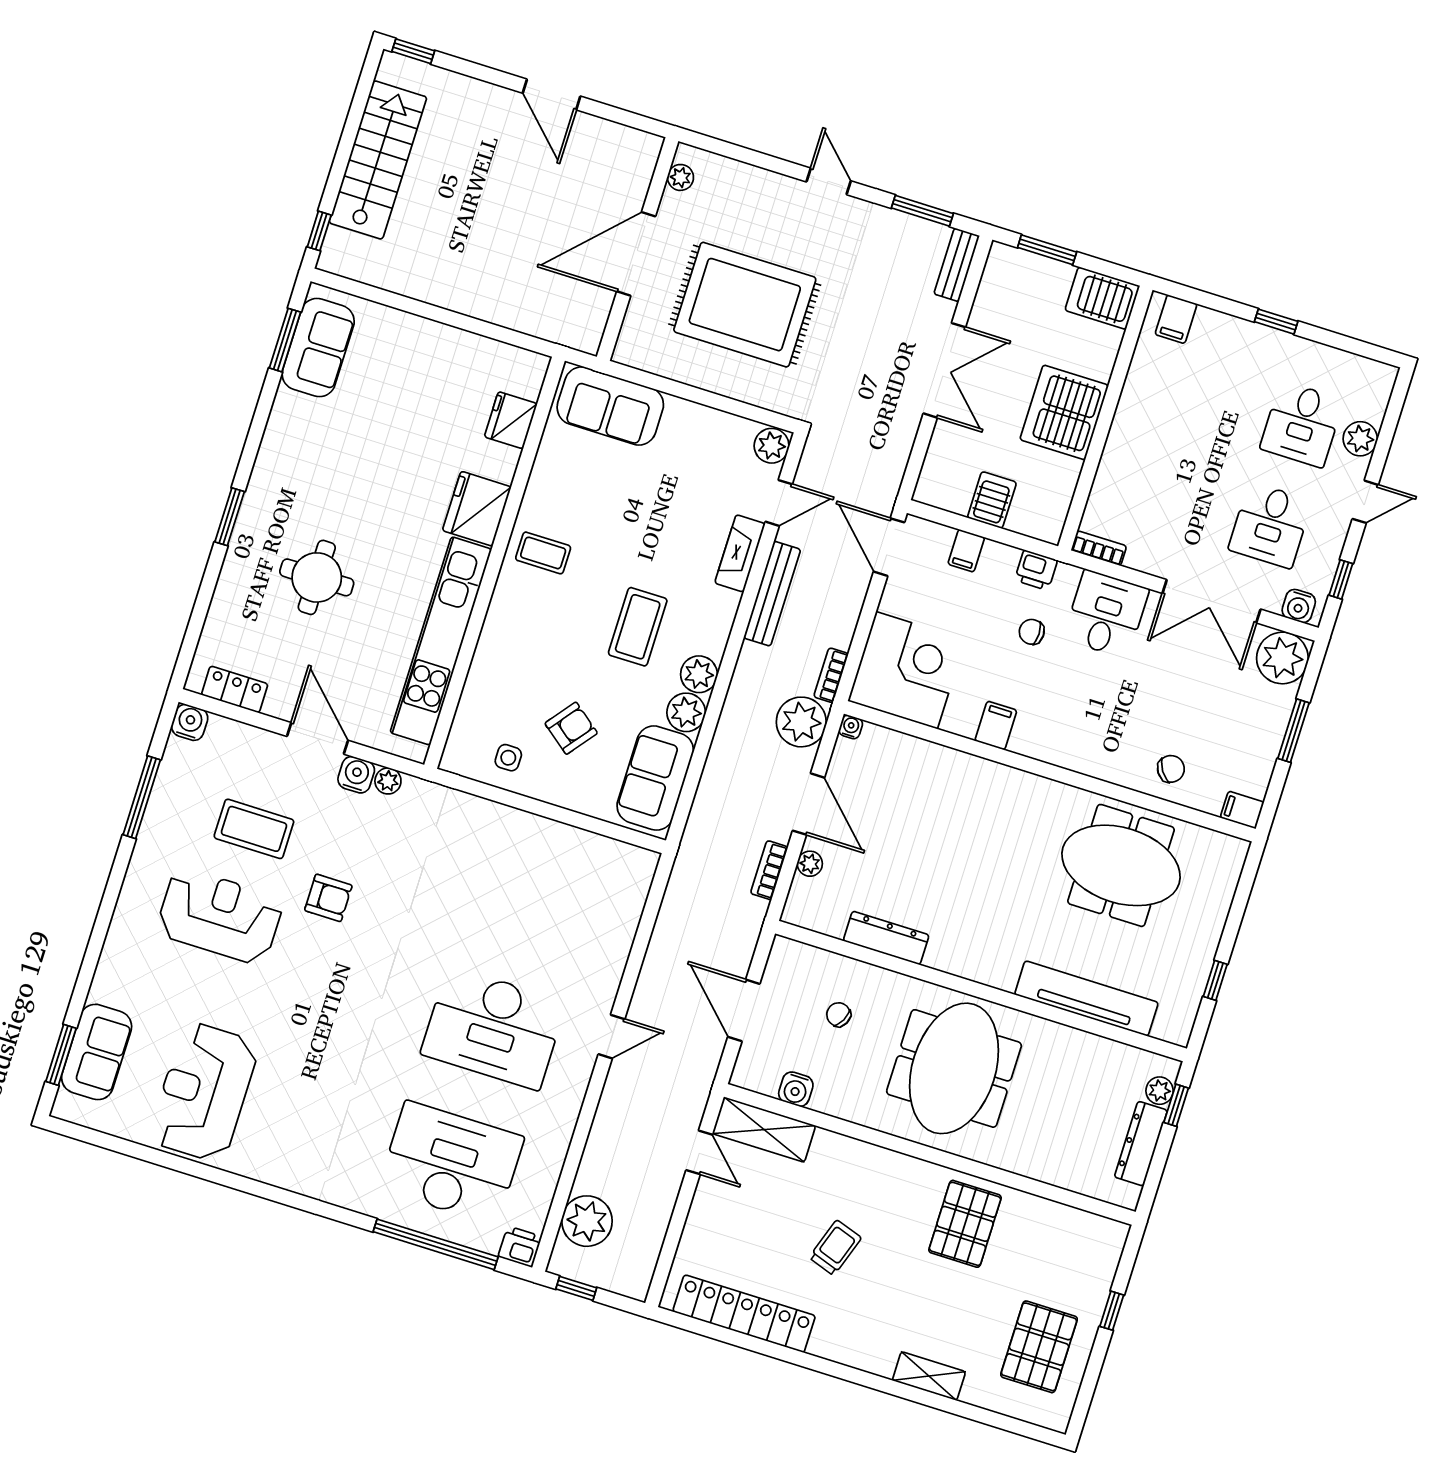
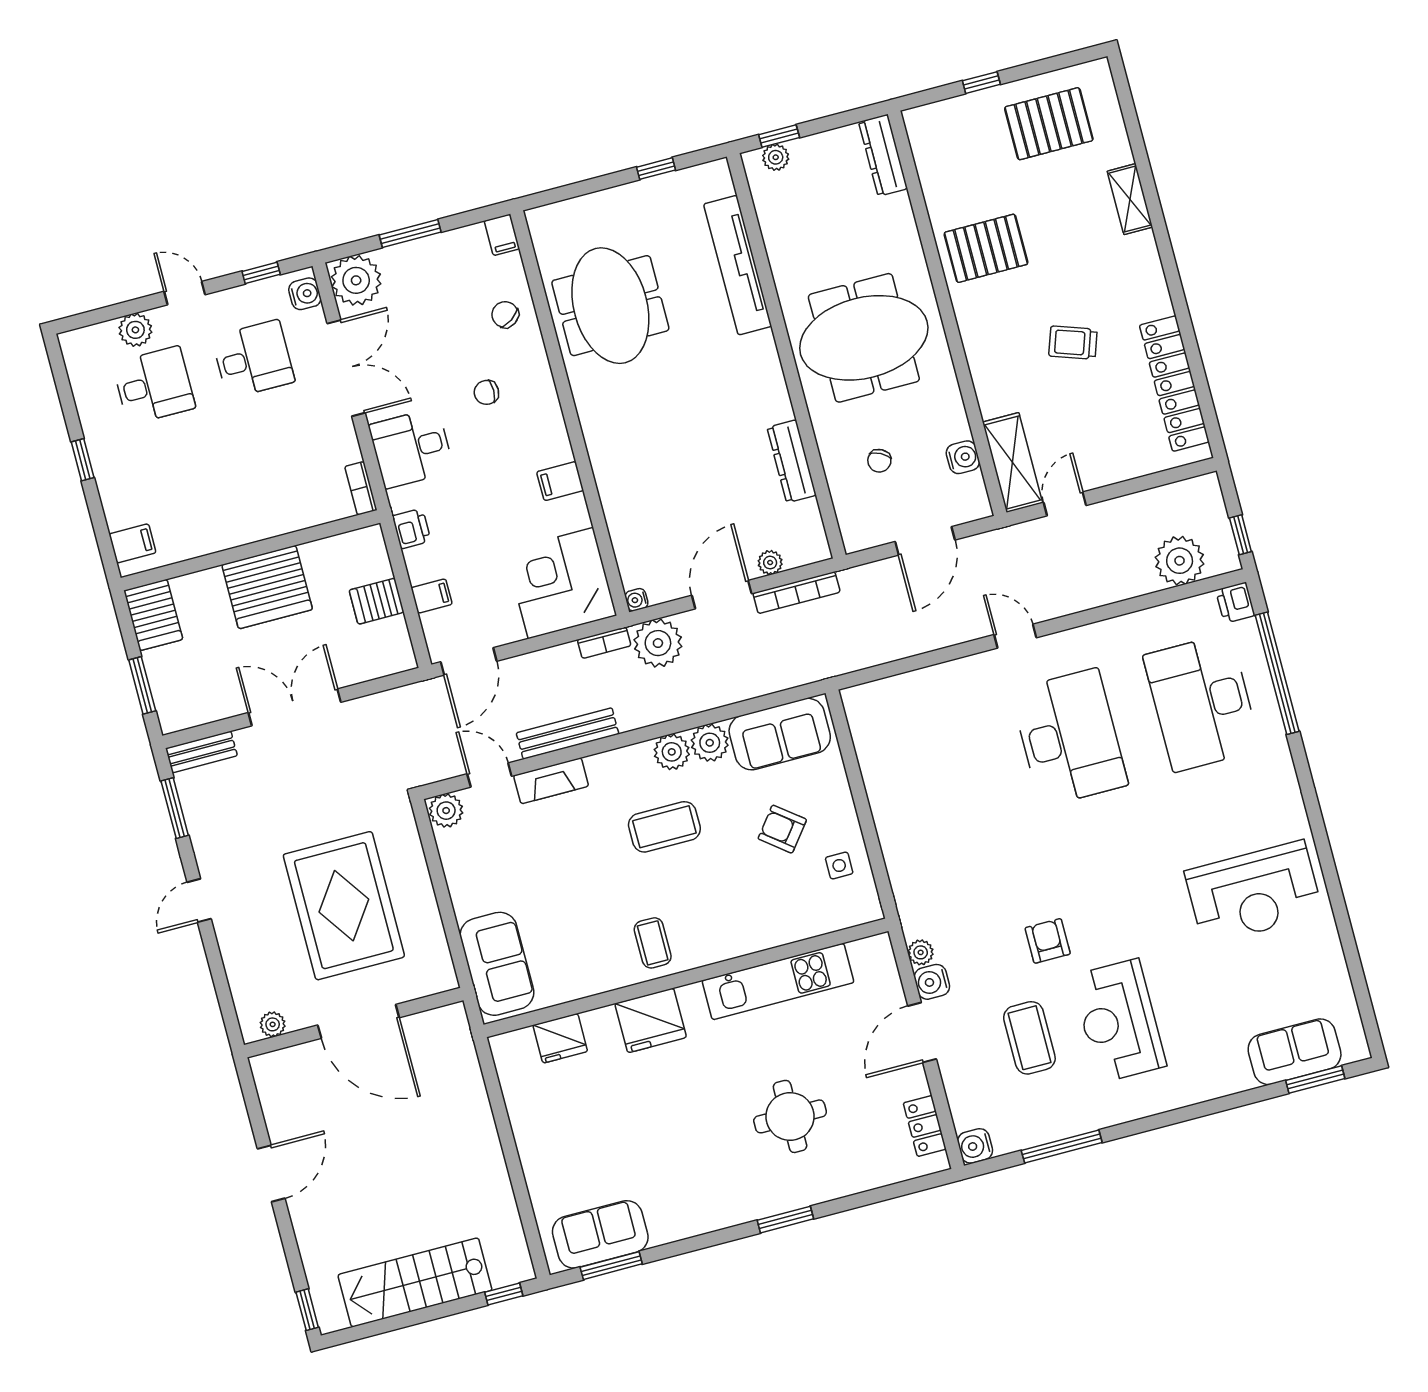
chair: (1032, 632) -> (486, 392), moved, turned 90
kitchen unit: (441, 641) -> (778, 982), width x0.73
bookcase: (769, 870) -> (797, 593), width x1.56
reception desk: (204, 1092) -> (1254, 893), moved
dresser: (1141, 1144) -> (883, 155), moved, turned 90

